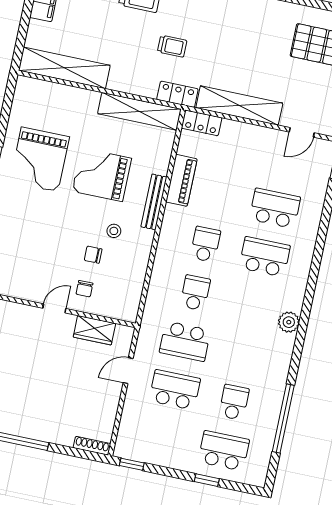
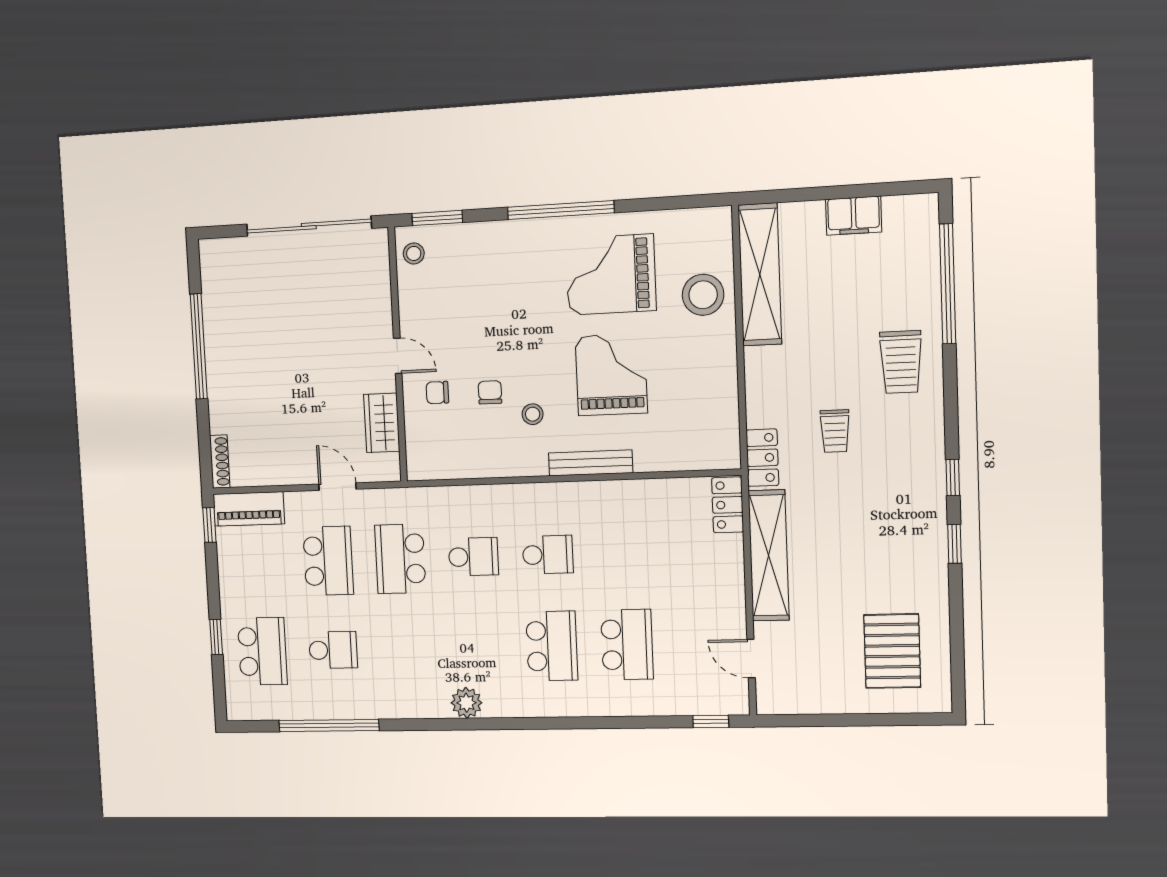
stool: (67, 106) -> (703, 295), added
shelving: (139, 111) -> (722, 407), removed
piano: (181, 180) -> (249, 509), moved

